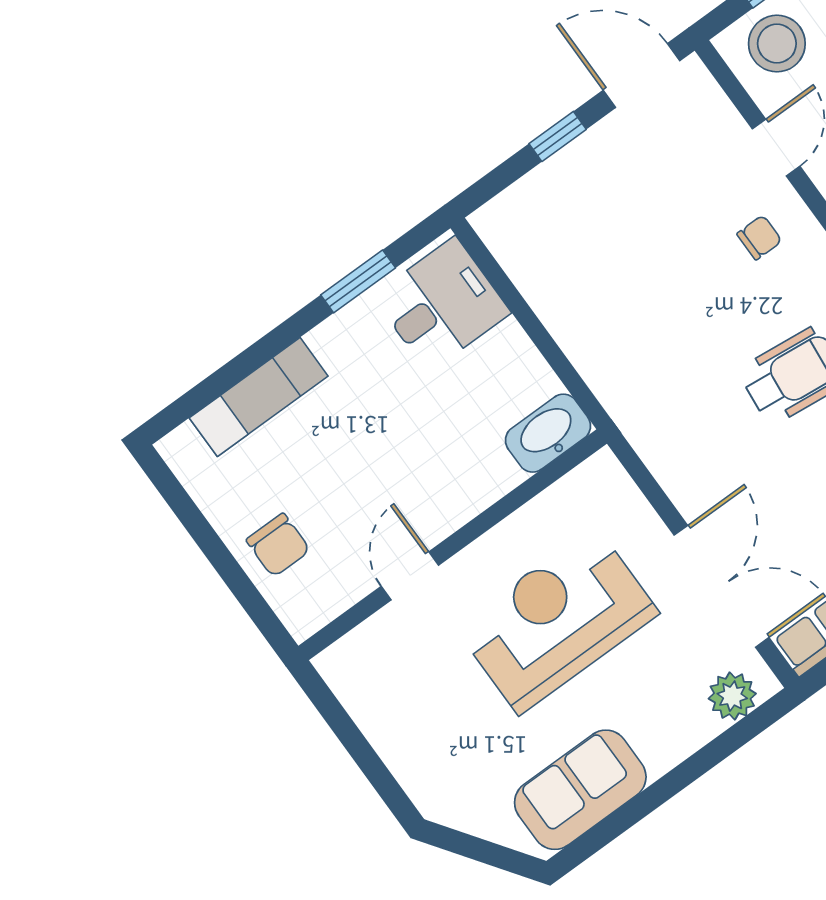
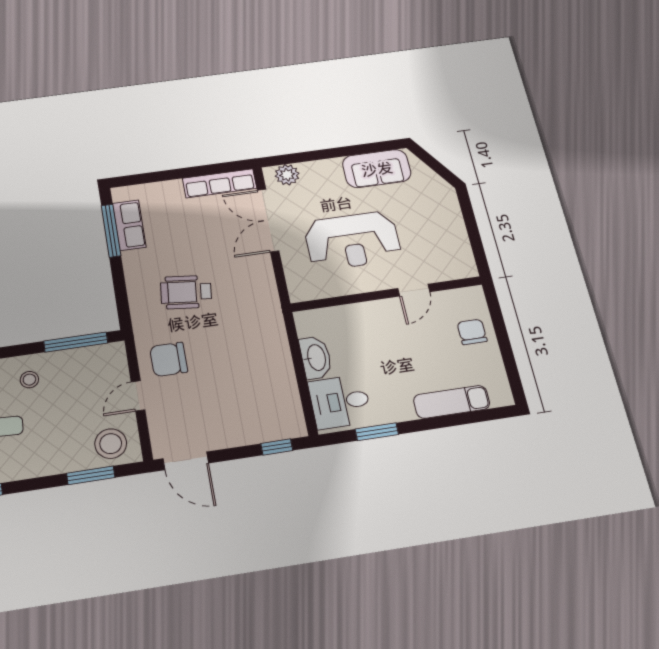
window: (558, 136) -> (277, 447), moved
chair: (759, 237) -> (169, 359), width x1.87, depth x1.87
washbasin: (548, 433) -> (316, 358), moved, turned -90

